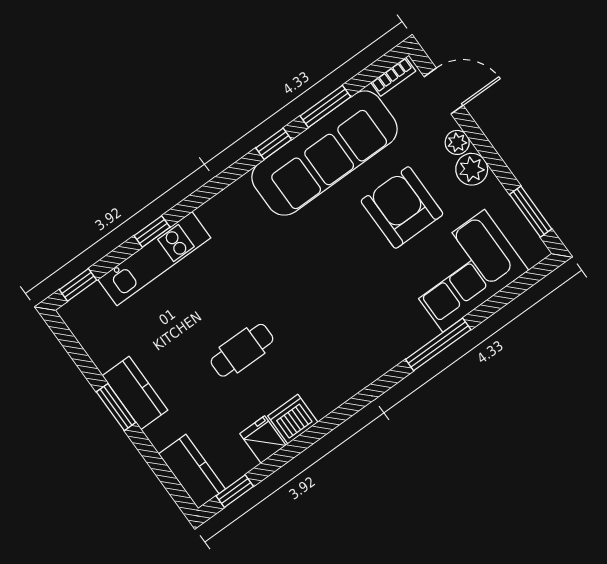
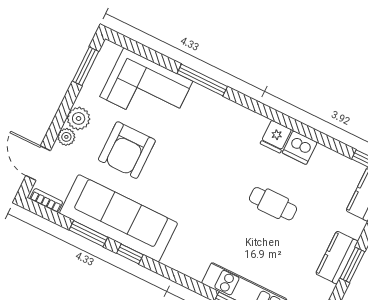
fridge: (263, 440) -> (276, 137), moved

